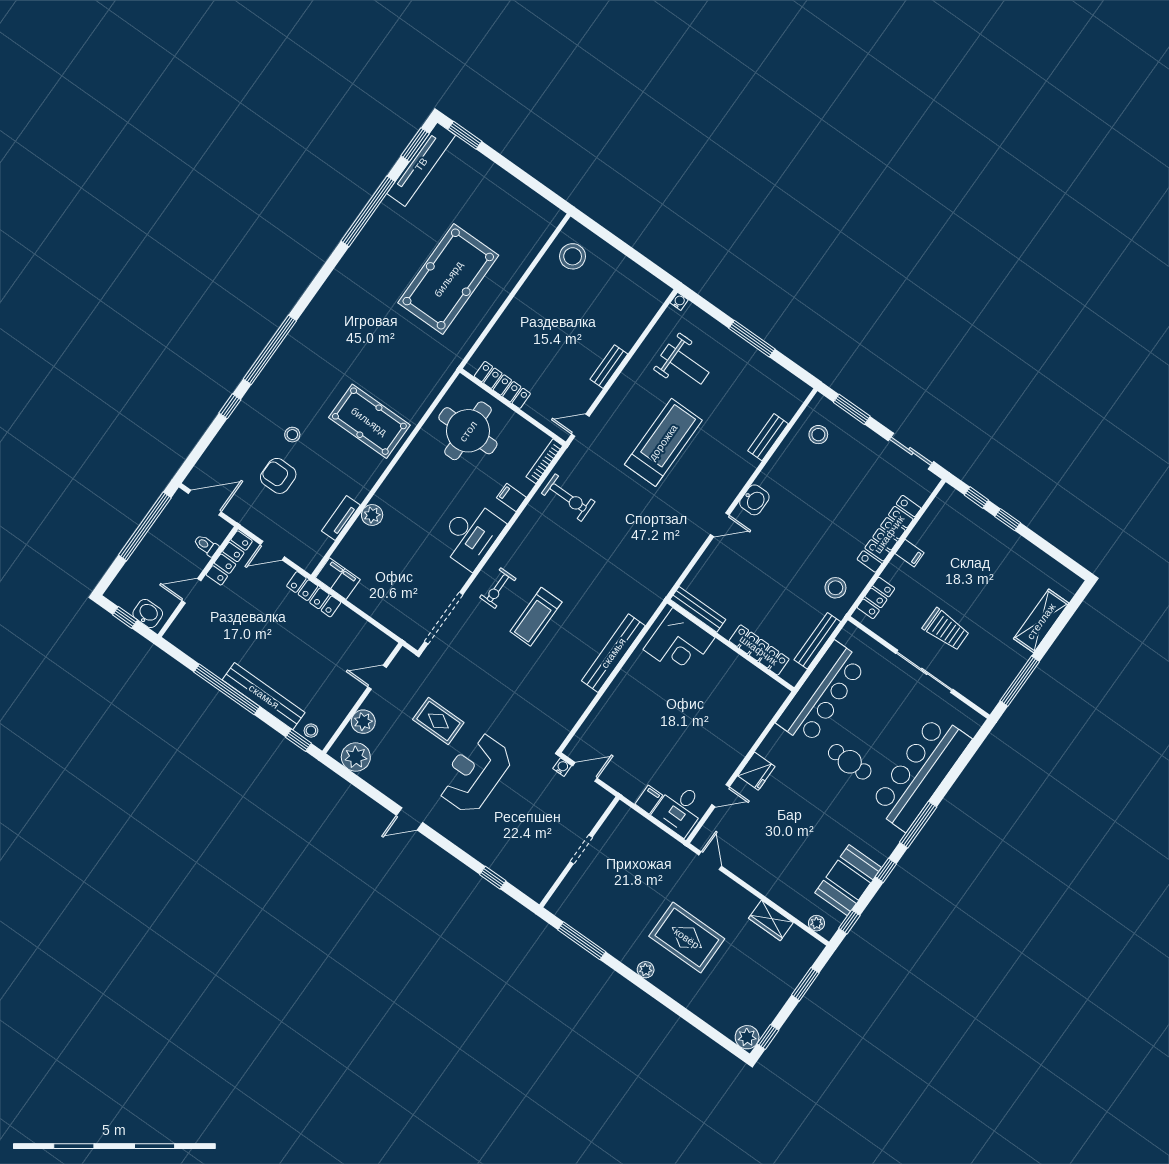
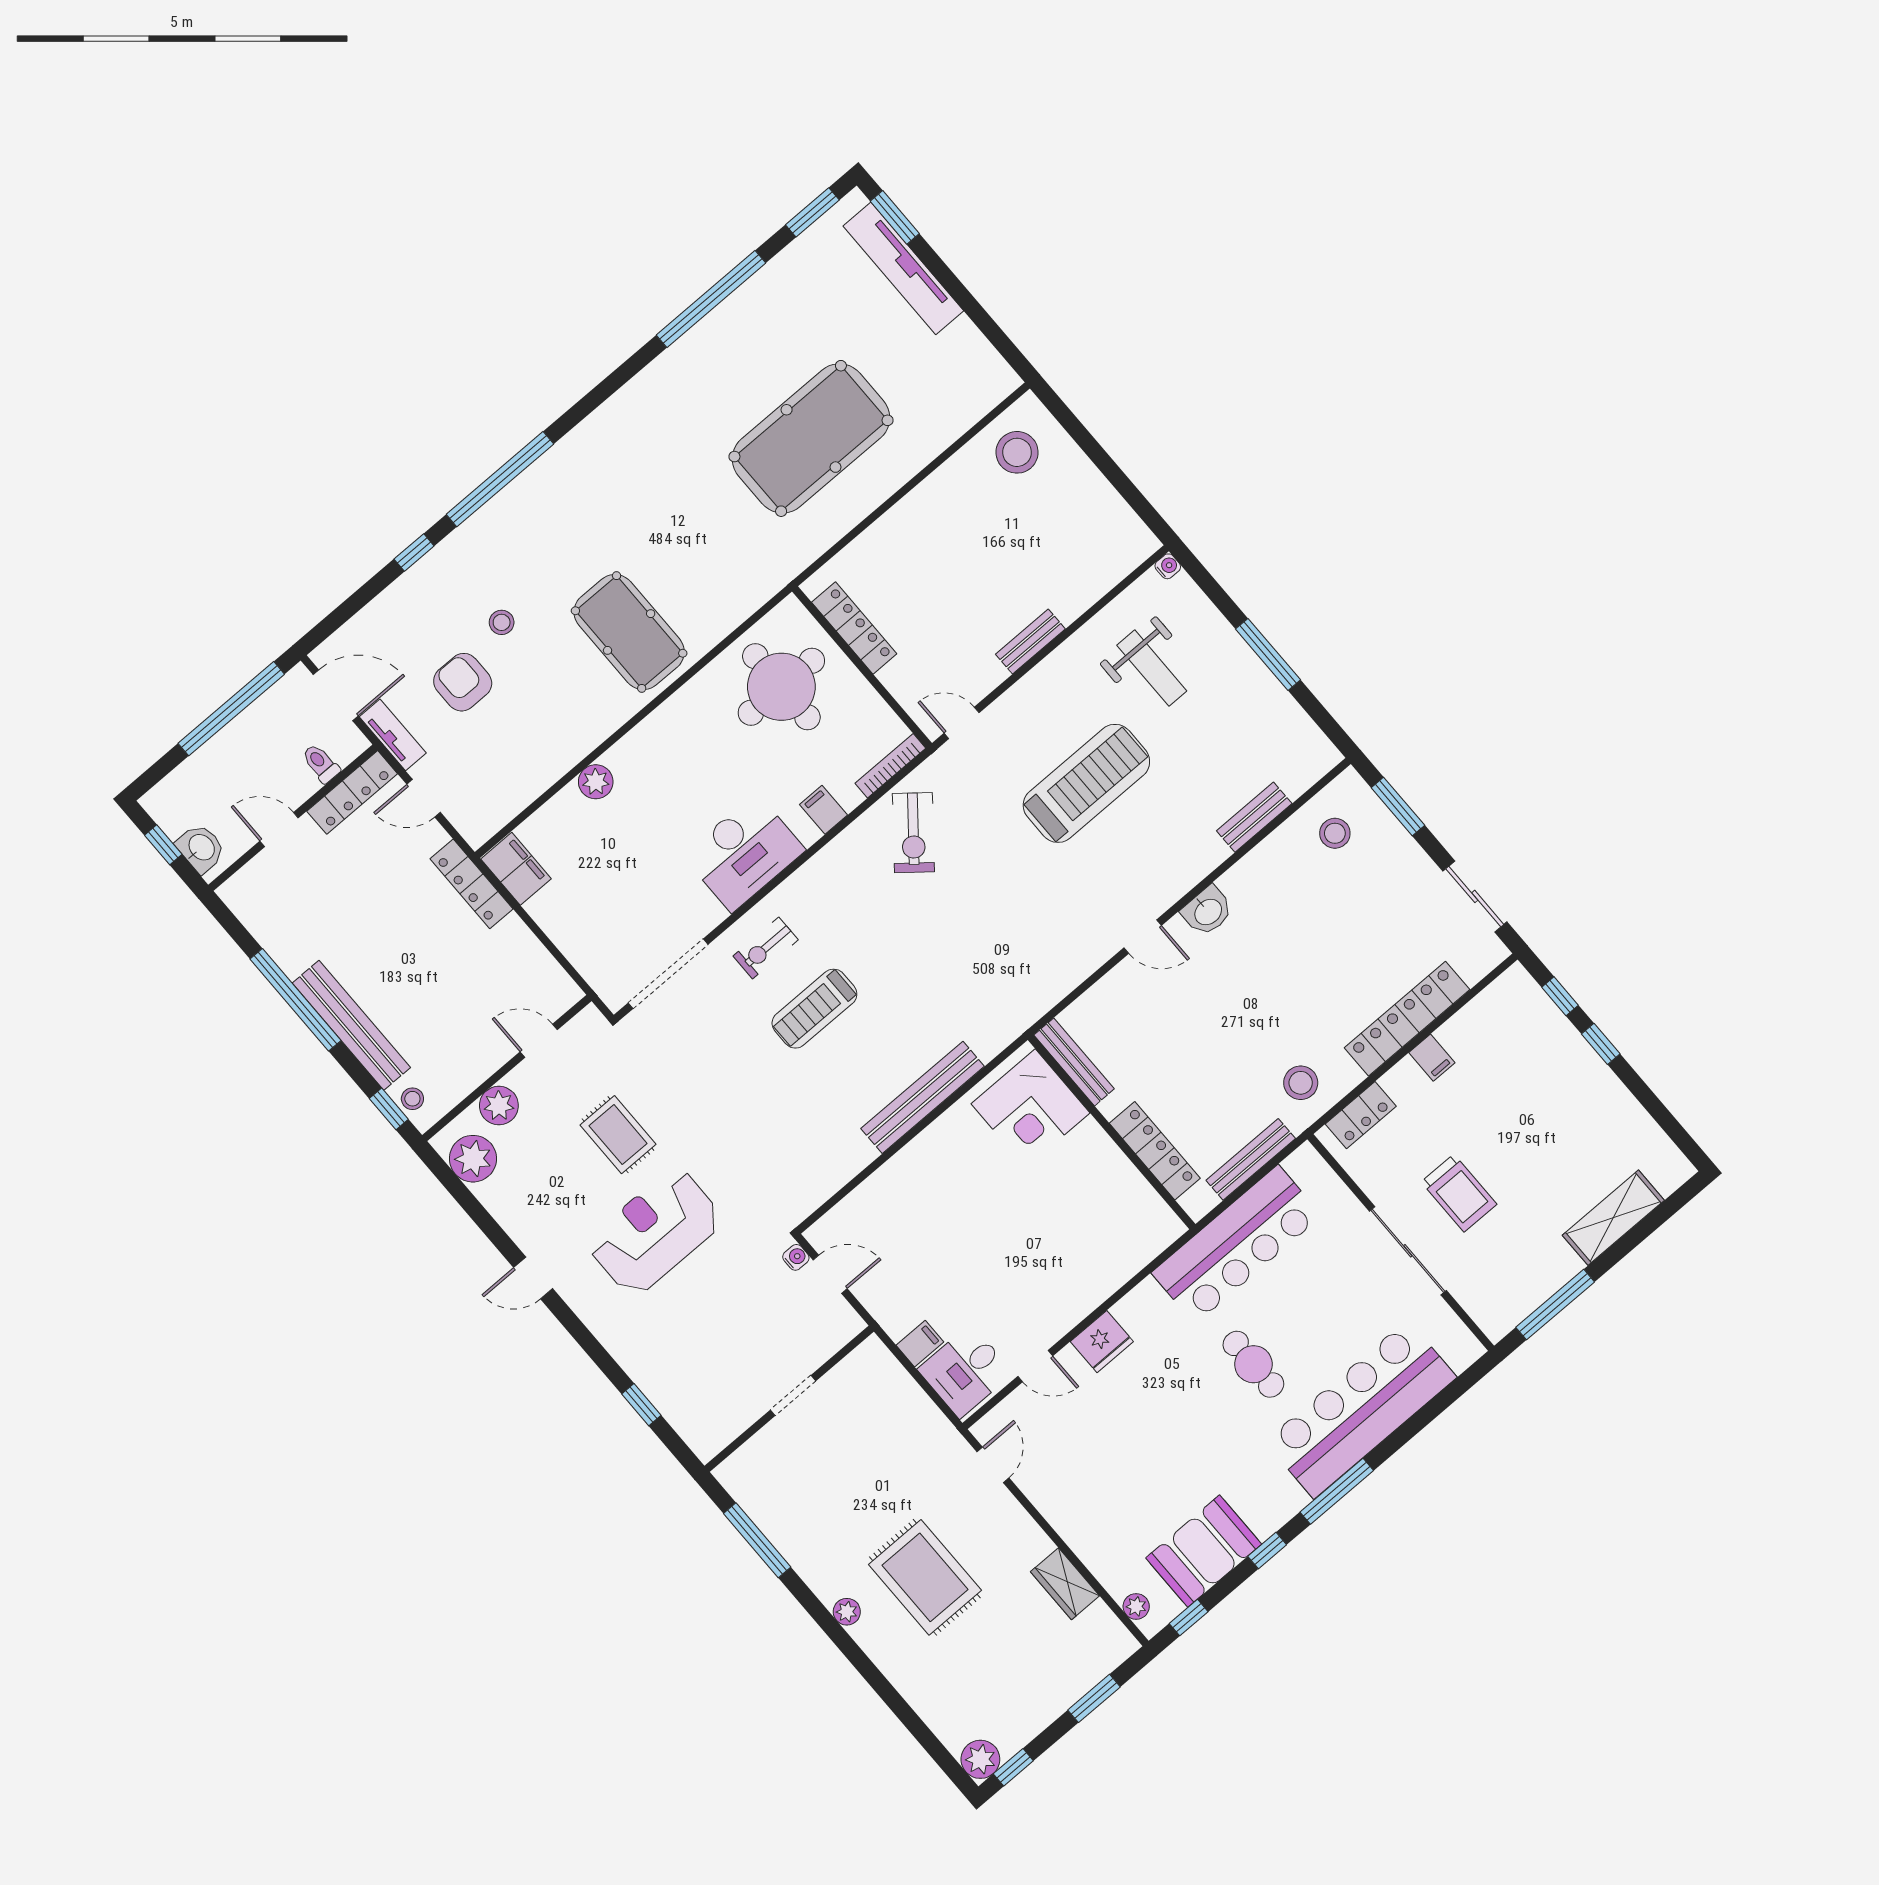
tv unit: (421, 164) -> (903, 268), moved, turned 90
exercise bike: (568, 498) -> (913, 833), turned 39
tv unit: (341, 518) -> (393, 735), moved, turned 90

